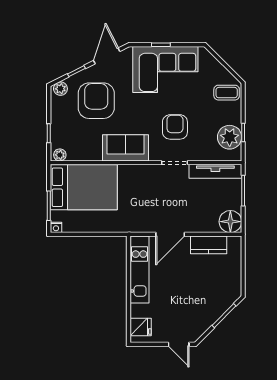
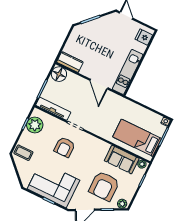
sofa: (125, 148) -> (122, 160), moved
bed: (84, 187) -> (137, 138), width x0.67
door: (170, 234) -> (99, 84), swing flipped
kitchen counter: (209, 245) -> (70, 62), moved

